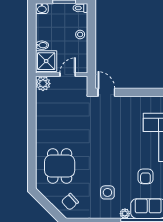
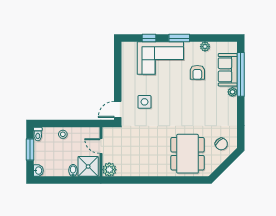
dining table: (60, 166) -> (188, 154), width x1.37
armchair: (145, 176) -> (197, 72), turned 90
side table: (107, 192) -> (144, 102), moved

